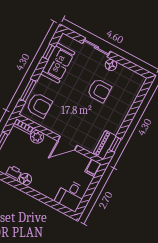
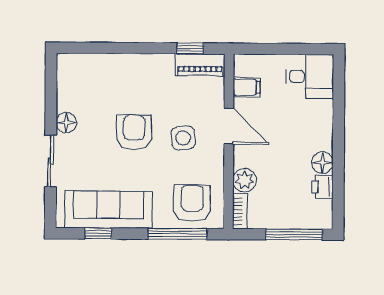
sofa: (58, 63) -> (108, 210), width x1.36
window: (28, 90) -> (177, 234), width x1.44
armchair: (99, 91) -> (134, 132), moved
side table: (73, 118) -> (183, 138), added
filing cabinet: (93, 168) -> (247, 87), moved

